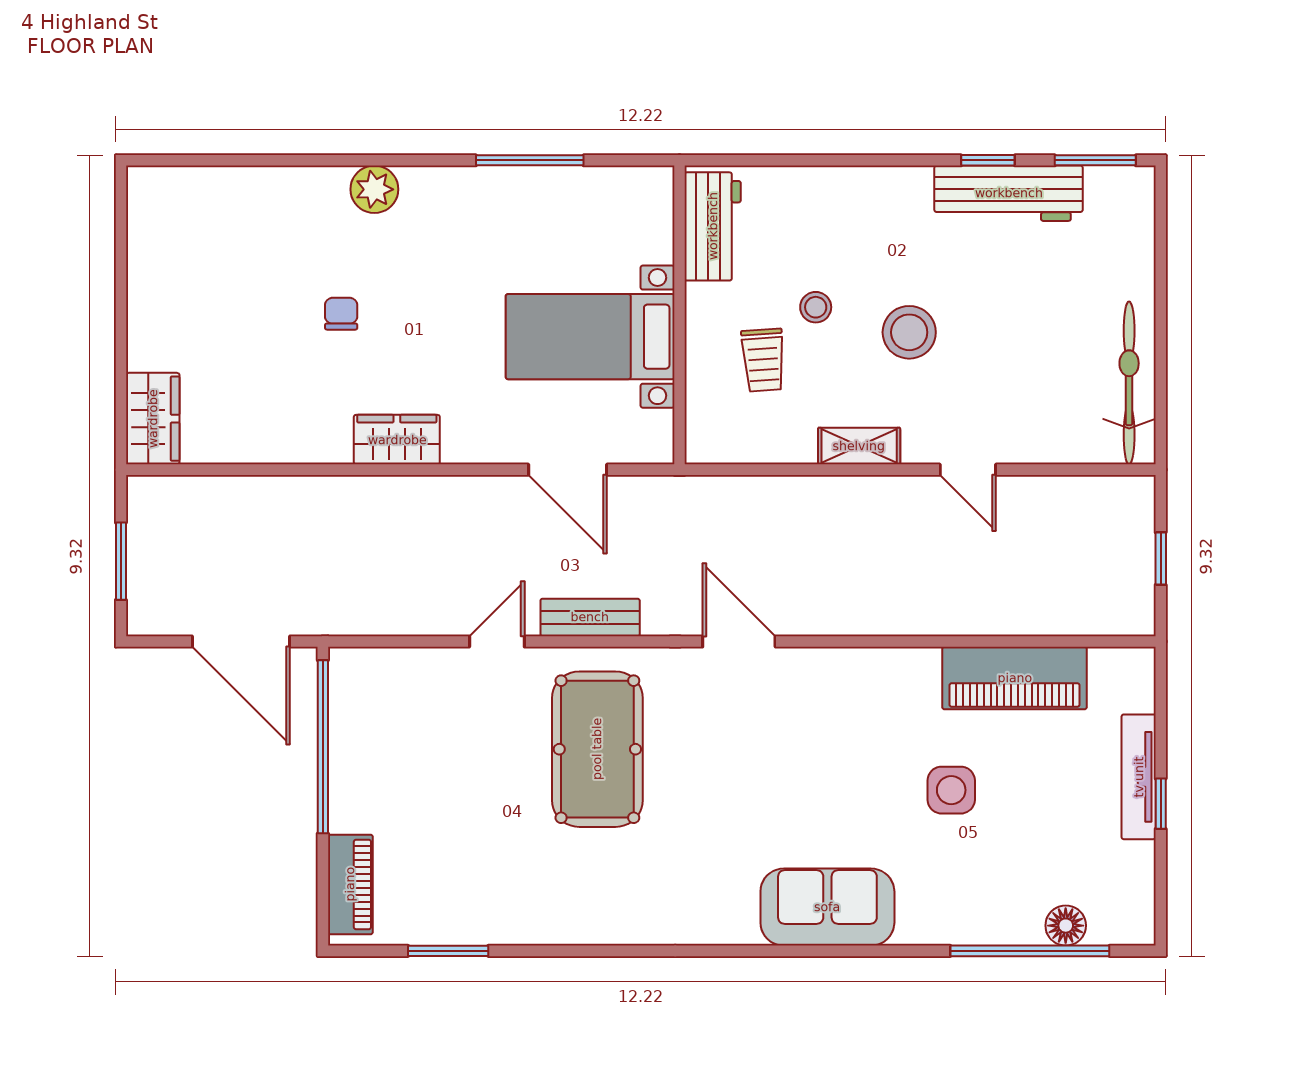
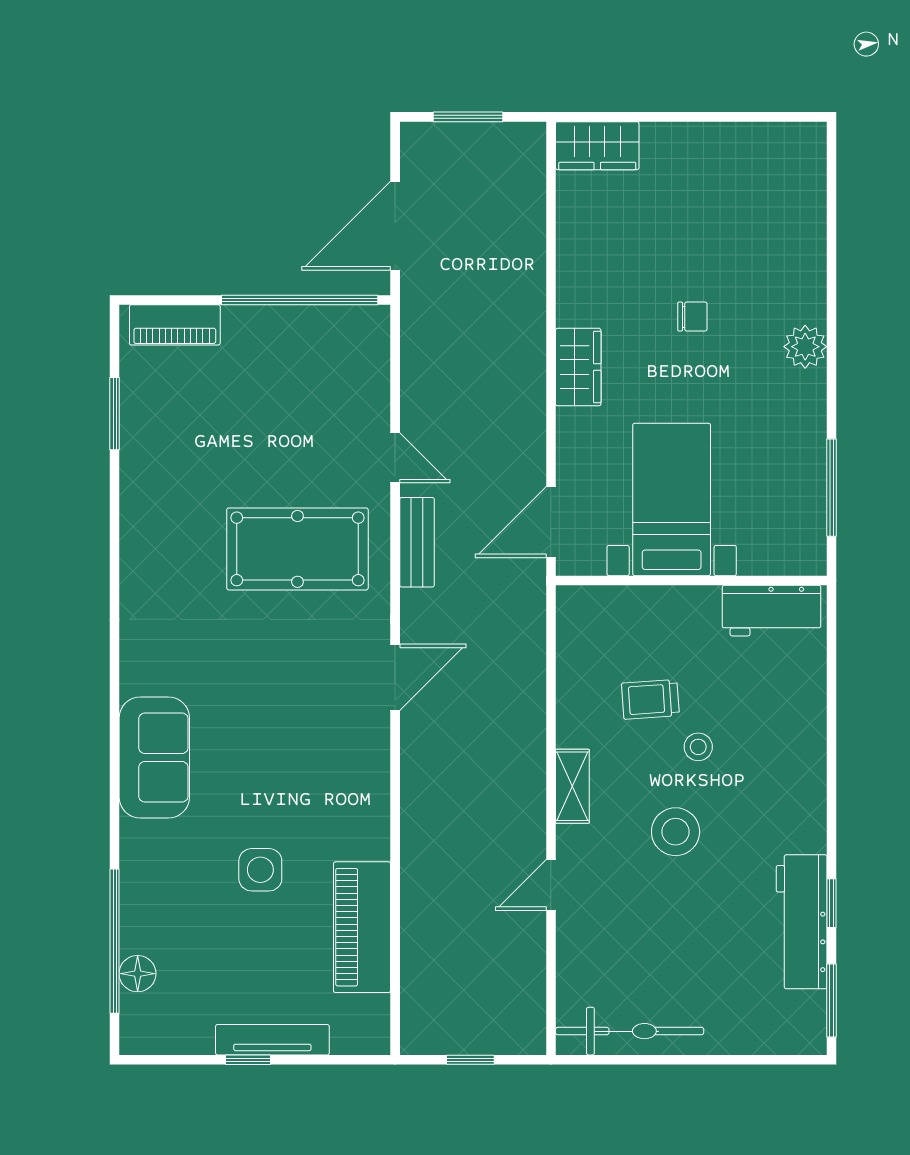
workbench: (713, 226) -> (772, 611), moved
wall: (679, 315) -> (691, 581), moved
bed with nightstands: (590, 337) -> (672, 499), moved

